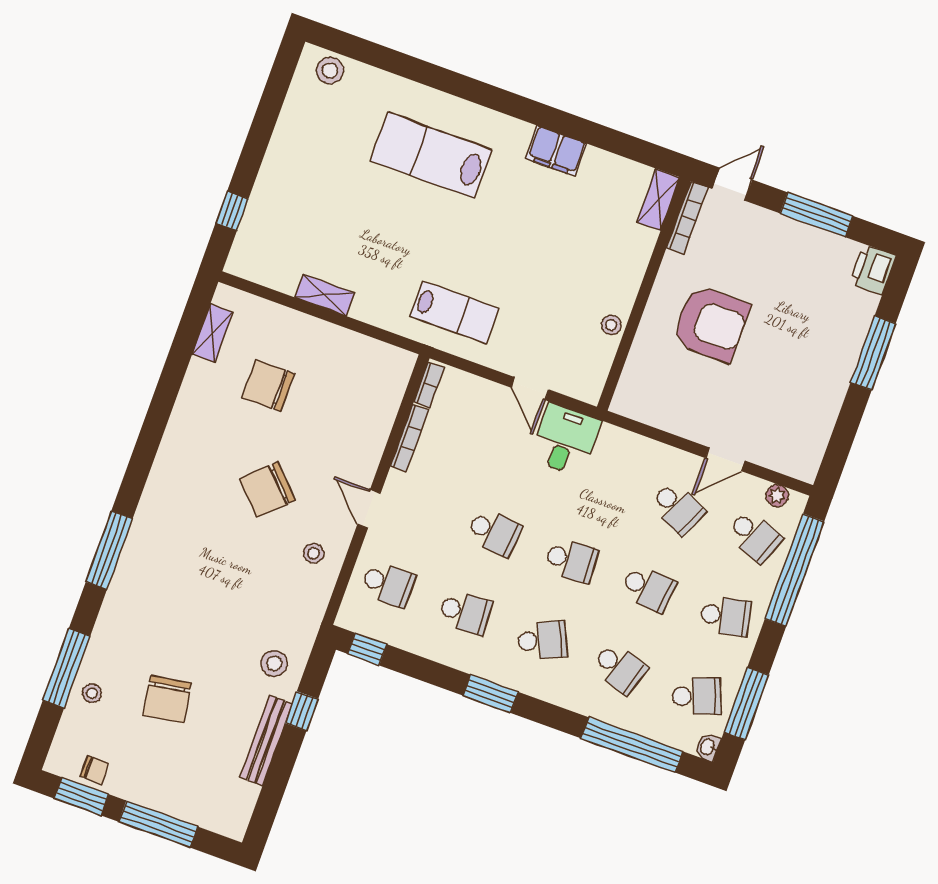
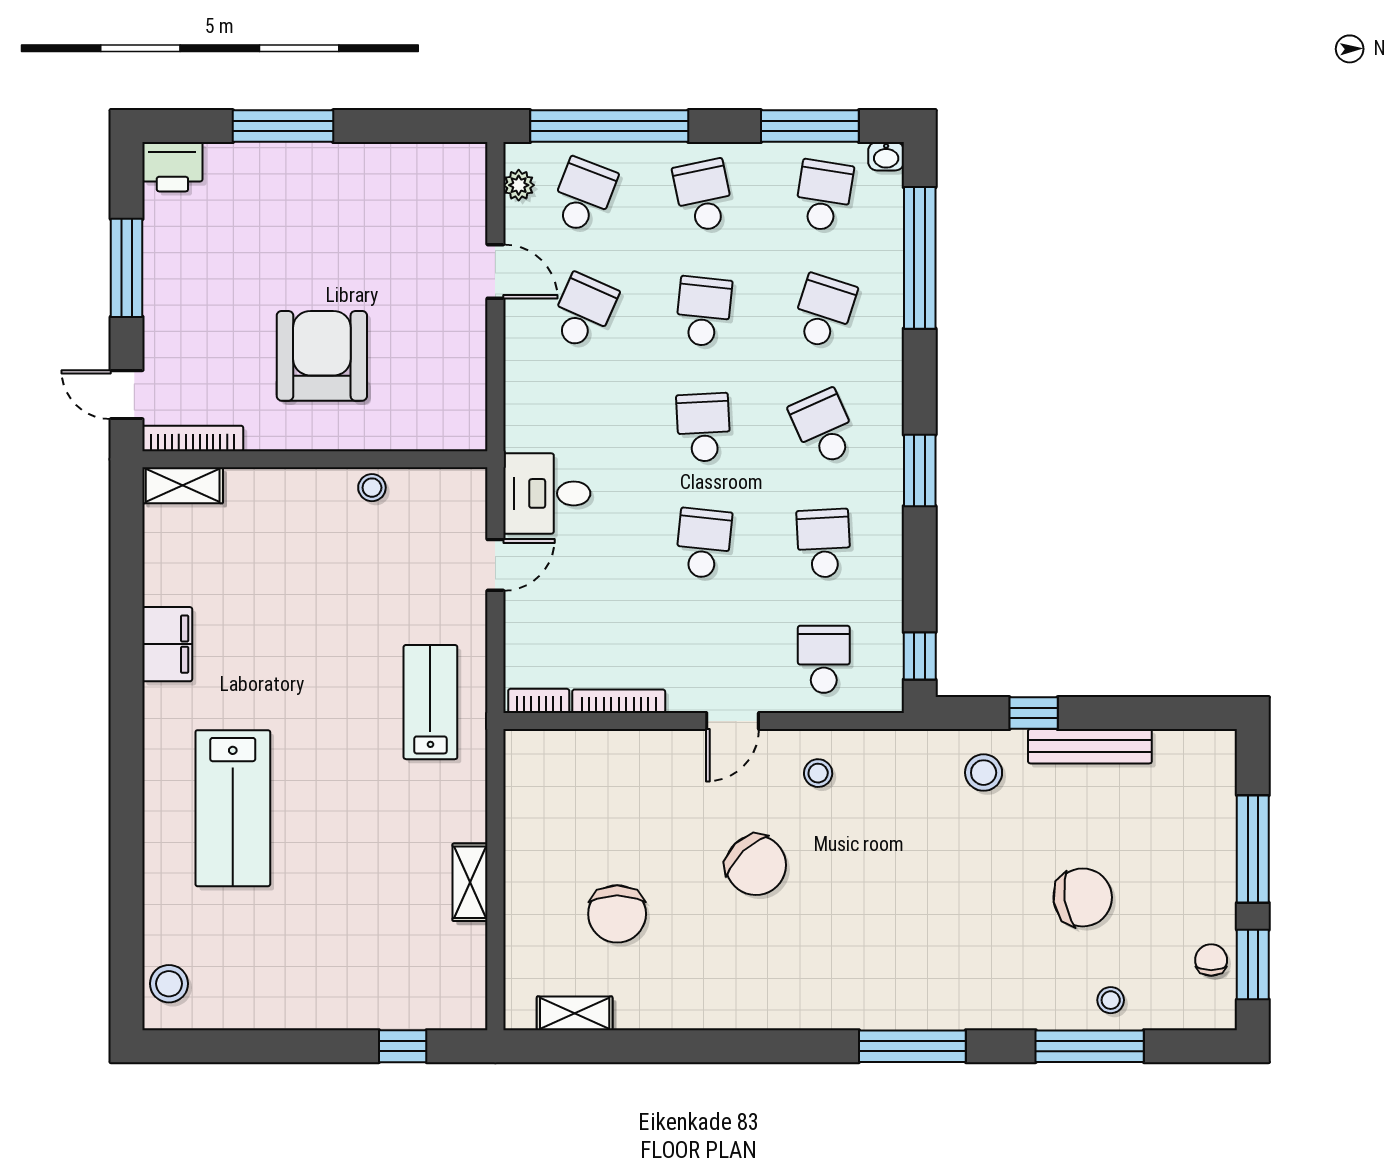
school desk: (697, 696) -> (824, 196), turned 30

